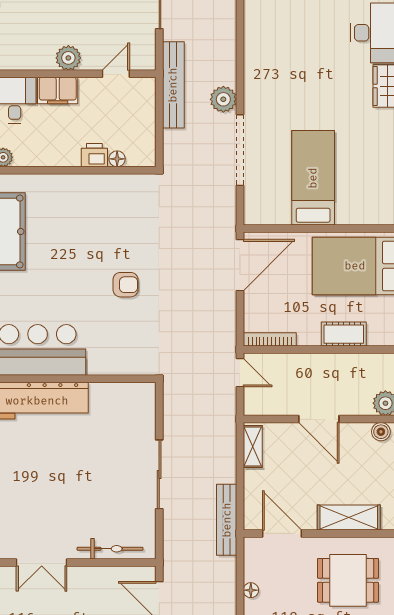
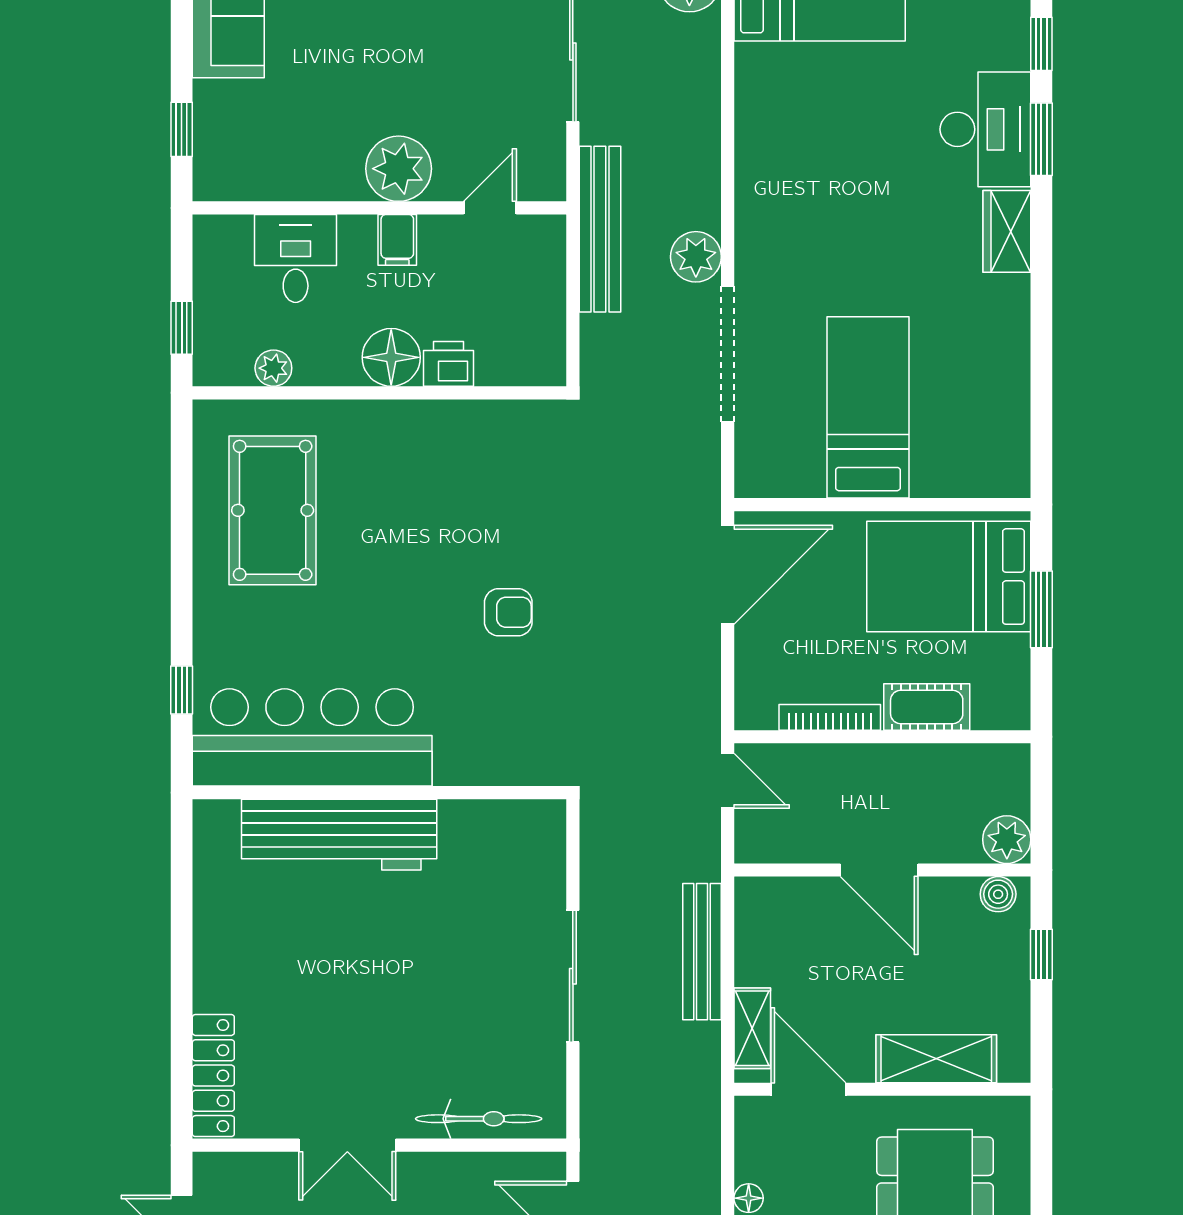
plant: (68, 58) -> (399, 169), width x1.36, depth x1.36
filing cabinet: (58, 91) -> (397, 240), width x0.50
floor lamp: (117, 159) -> (391, 357), moved, width x1.89, depth x1.89
bookcase: (270, 339) -> (830, 717), moved
shelving: (253, 446) -> (752, 1028), moved
bench: (227, 520) -> (702, 952), moved

